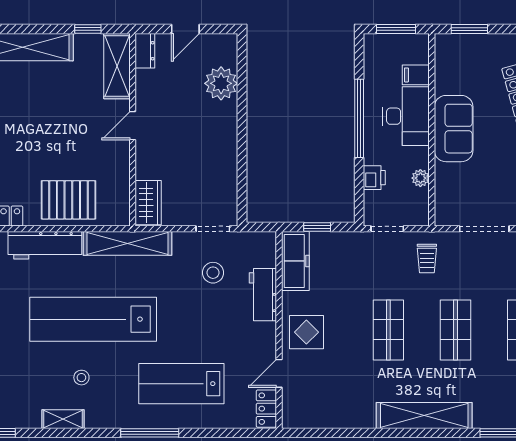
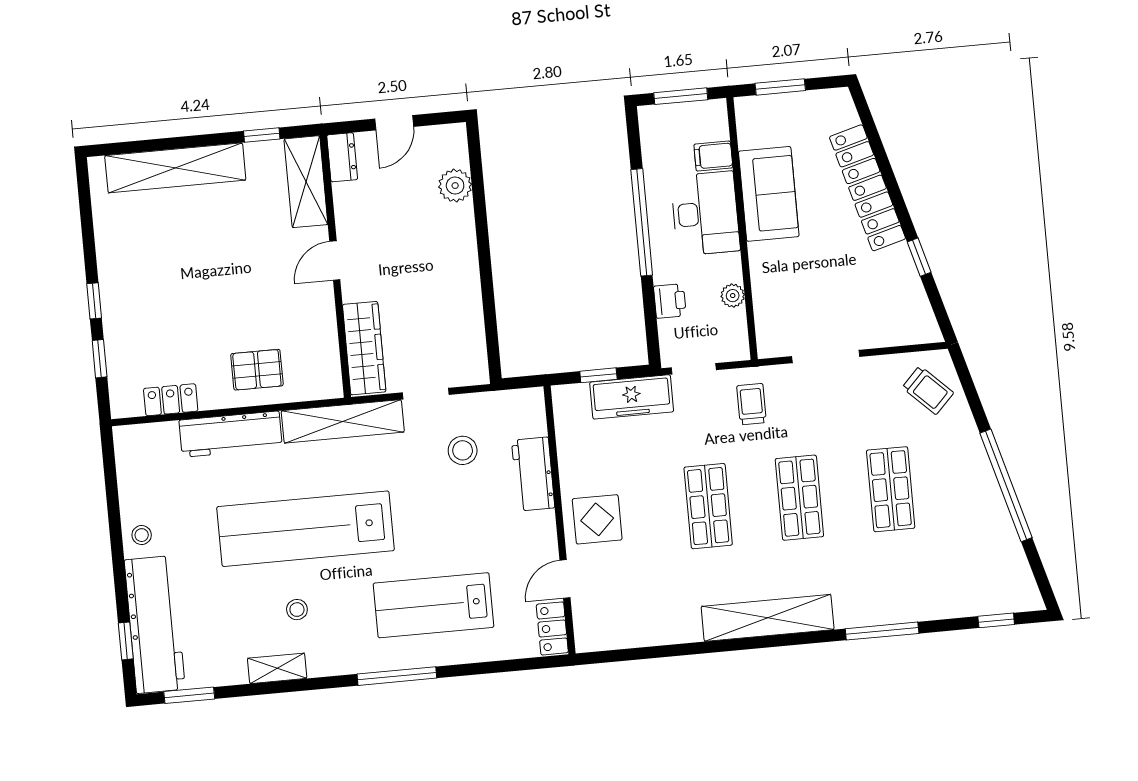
plant: (221, 83) -> (455, 186), width x0.73, depth x0.73
sofa: (454, 129) -> (769, 194), moved
pallet: (68, 200) -> (257, 370), width x0.67, depth x0.71
wardrobe: (148, 203) -> (364, 348), width x1.50
doorway: (213, 229) -> (426, 394), moved
trolley: (427, 258) -> (752, 404), turned 180
freezer: (295, 261) -> (632, 397), moved, turned 90

